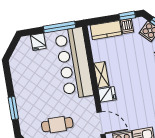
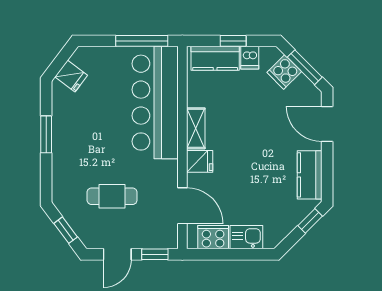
window: (127, 16) -> (233, 41), moved
fridge: (38, 42) -> (71, 76), moved, turned -53
window: (13, 108) -> (46, 134), moved

